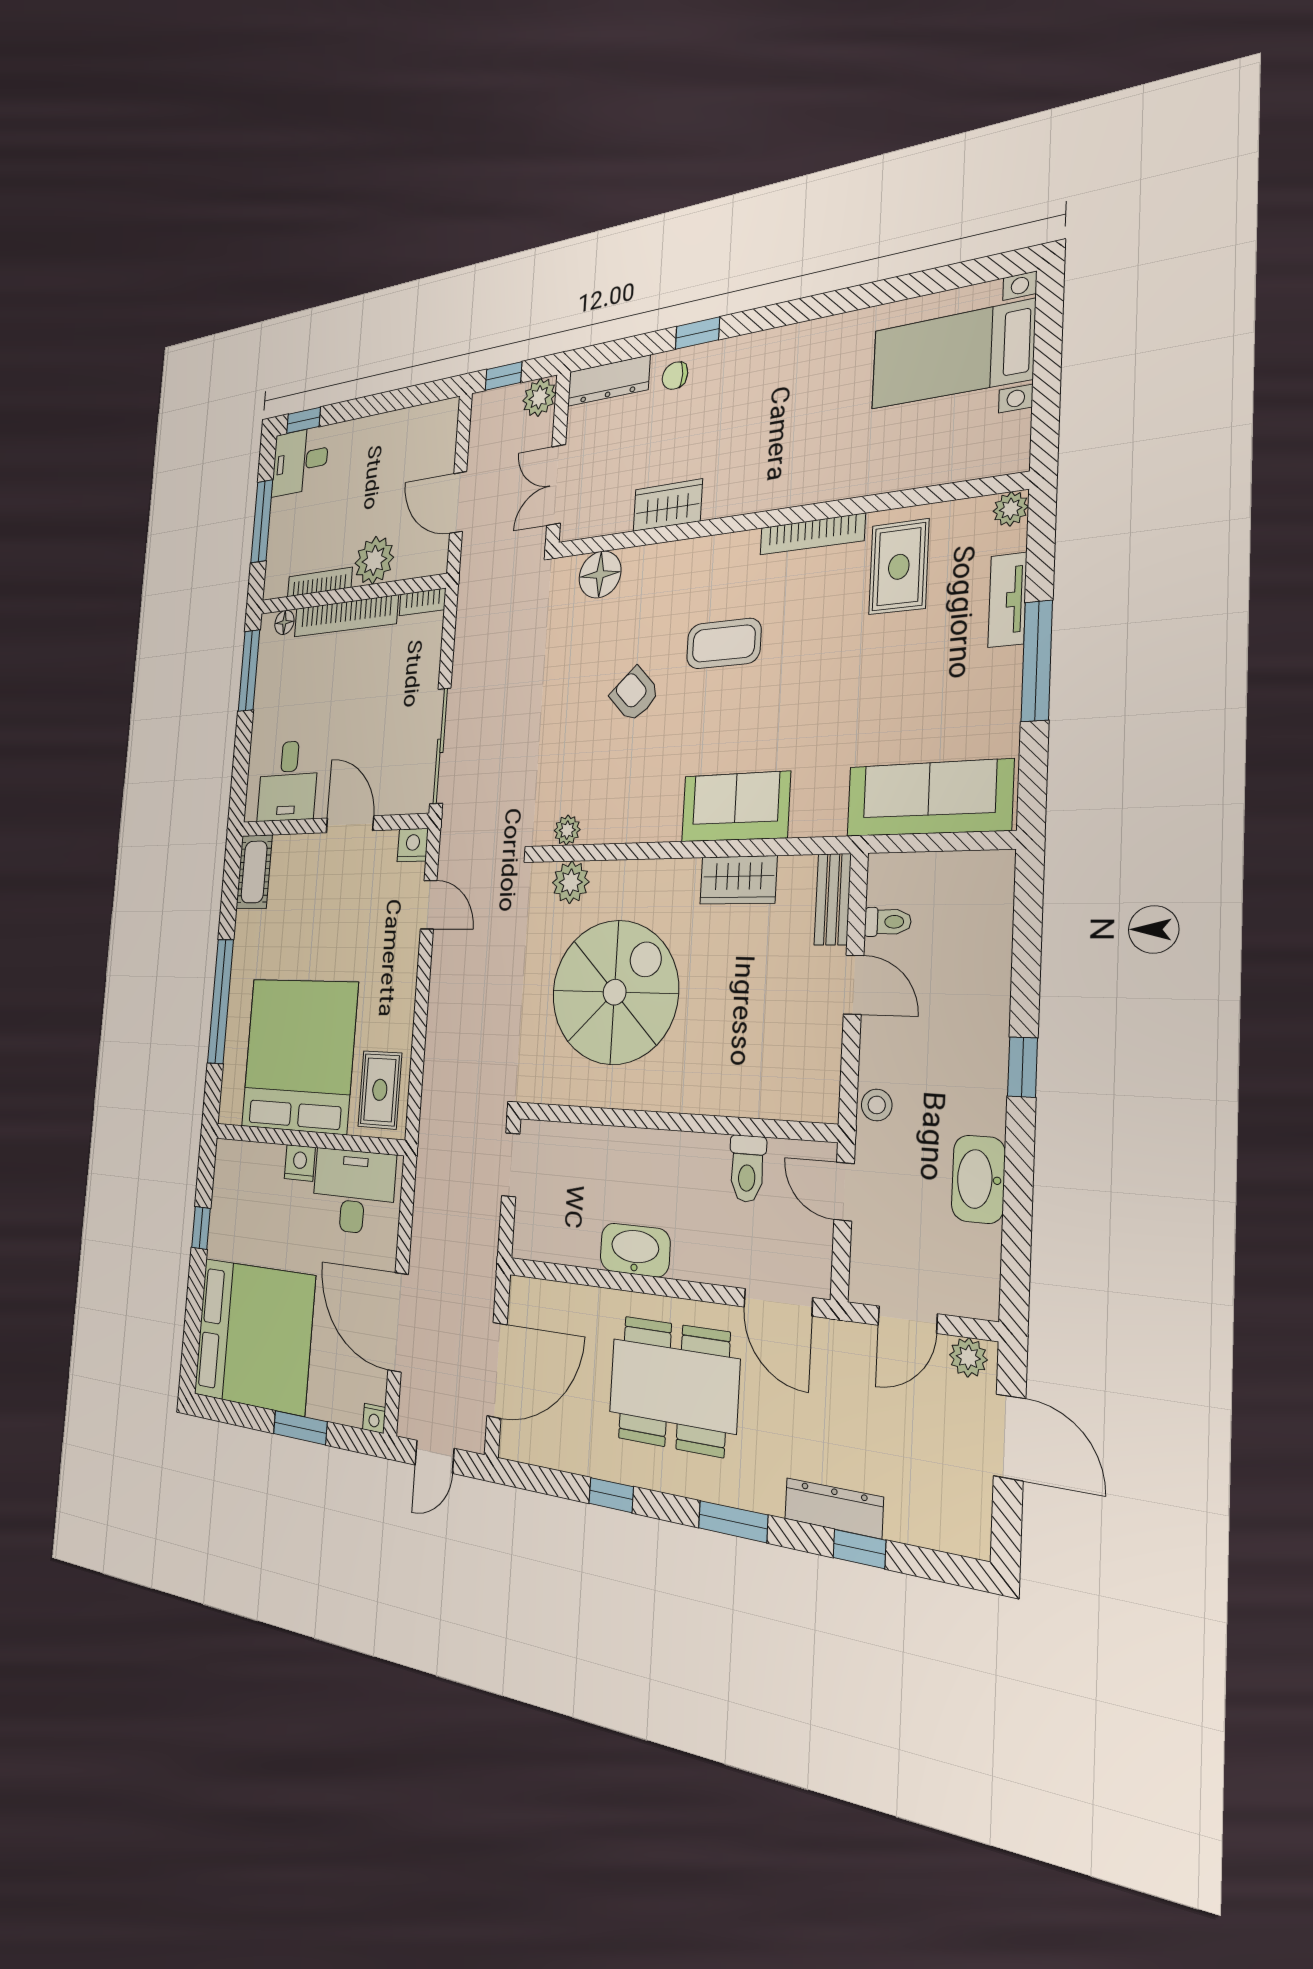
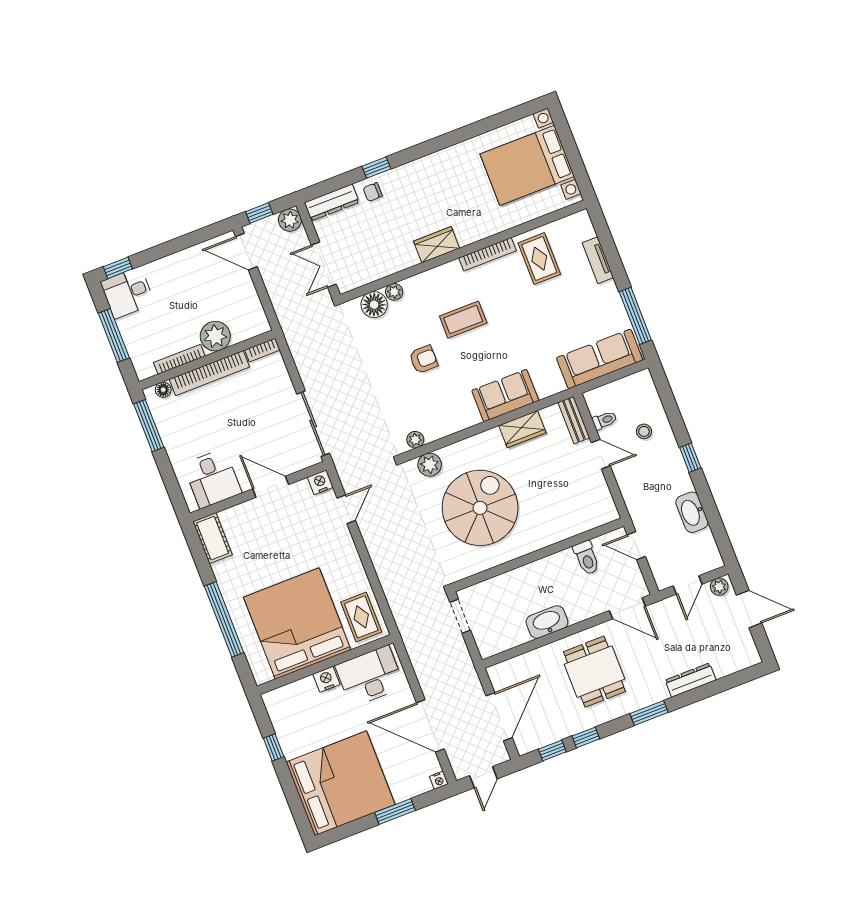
bed with nightstands: (952, 355) -> (527, 165), width x1.36
door: (458, 502) -> (246, 252), moved
wardrobe: (668, 505) -> (437, 245), moved
plant: (1011, 509) -> (394, 292), moved
window: (1037, 661) -> (635, 316), moved
armchair: (634, 694) -> (424, 359), turned 133
door: (429, 905) -> (346, 509), hinge flipped
stool: (877, 1105) -> (644, 431), moved
dining table: (674, 1386) -> (594, 672), width x0.73
window: (859, 1549) -> (552, 751), moved

